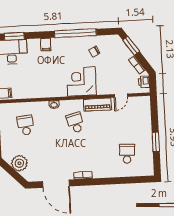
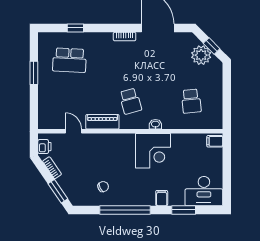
window: (14, 36) -> (184, 210), moved
corner desk: (81, 82) -> (153, 151), moved
door: (121, 96) -> (73, 131), hinge flipped
school desk: (127, 154) -> (69, 60), width x1.85
window: (11, 171) -> (212, 46), added
window: (124, 180) -> (75, 28), added

